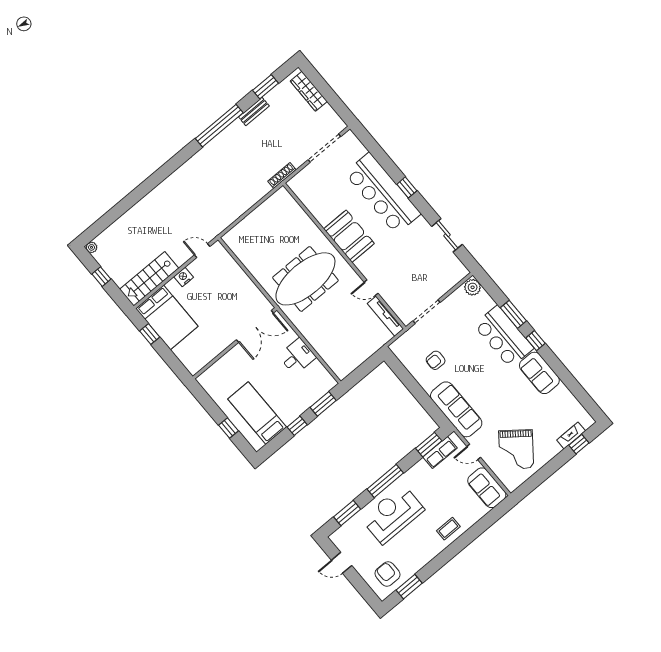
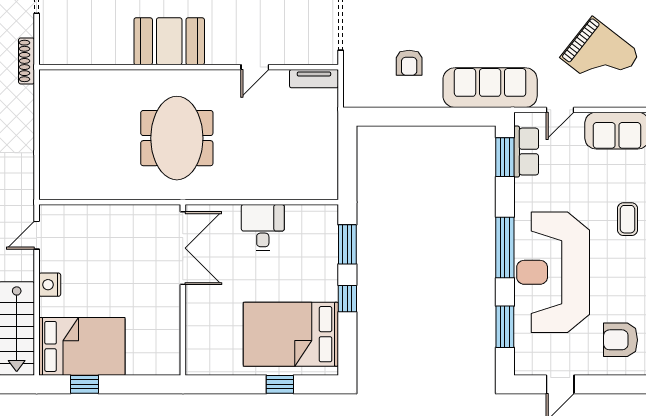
meeting table: (305, 279) -> (177, 138), width x0.73
tv unit: (385, 316) -> (314, 79), width x0.71
bed: (257, 413) -> (291, 334), width x1.50
reception desk: (393, 514) -> (553, 272), width x1.36, depth x1.30

